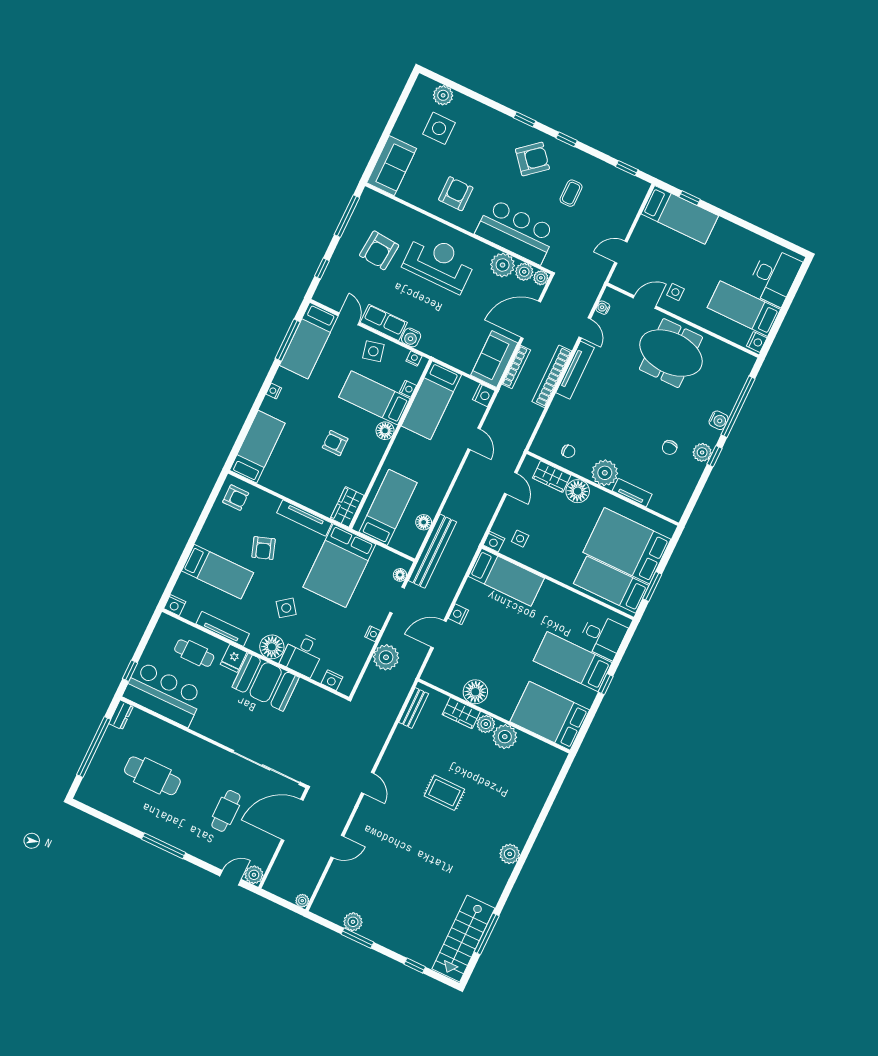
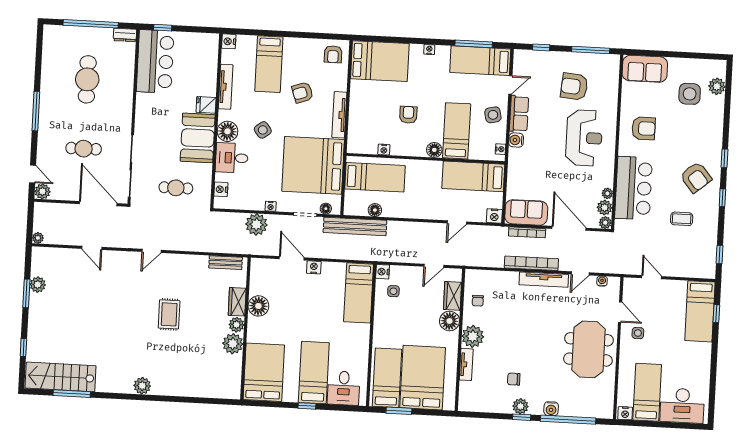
plant: (503, 265) -> (607, 193), width x0.53, depth x0.53
nightstand: (408, 389) -> (384, 150), moved
bed: (257, 447) -> (380, 61), width x1.50
wardrobe: (347, 507) -> (362, 145), removed
bed: (339, 566) -> (313, 165), width x1.36
cafe table: (194, 653) -> (176, 188), moved, turned 90

